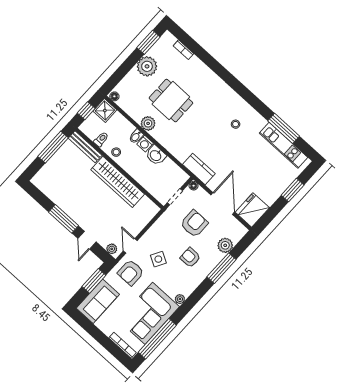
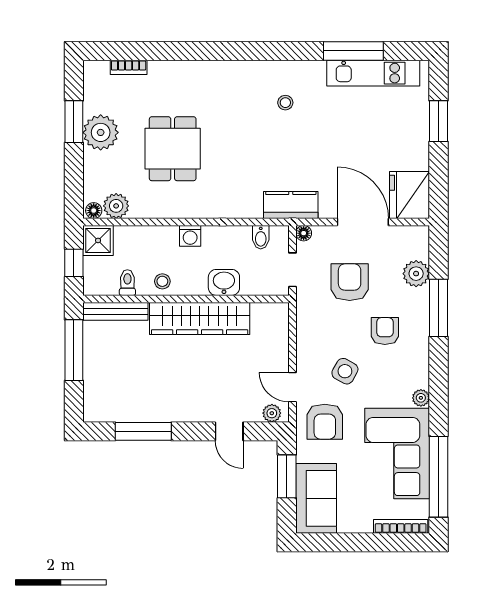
window: (148, 42) -> (74, 122), moved
dining table: (171, 101) -> (173, 149), turned 90
plant: (148, 123) -> (116, 206), moved
bidet: (136, 136) -> (261, 237), moved
washbasin: (156, 155) -> (224, 282), moved, turned 180
window: (64, 219) -> (143, 431), moved
armchair: (190, 257) -> (385, 331), turned 90

